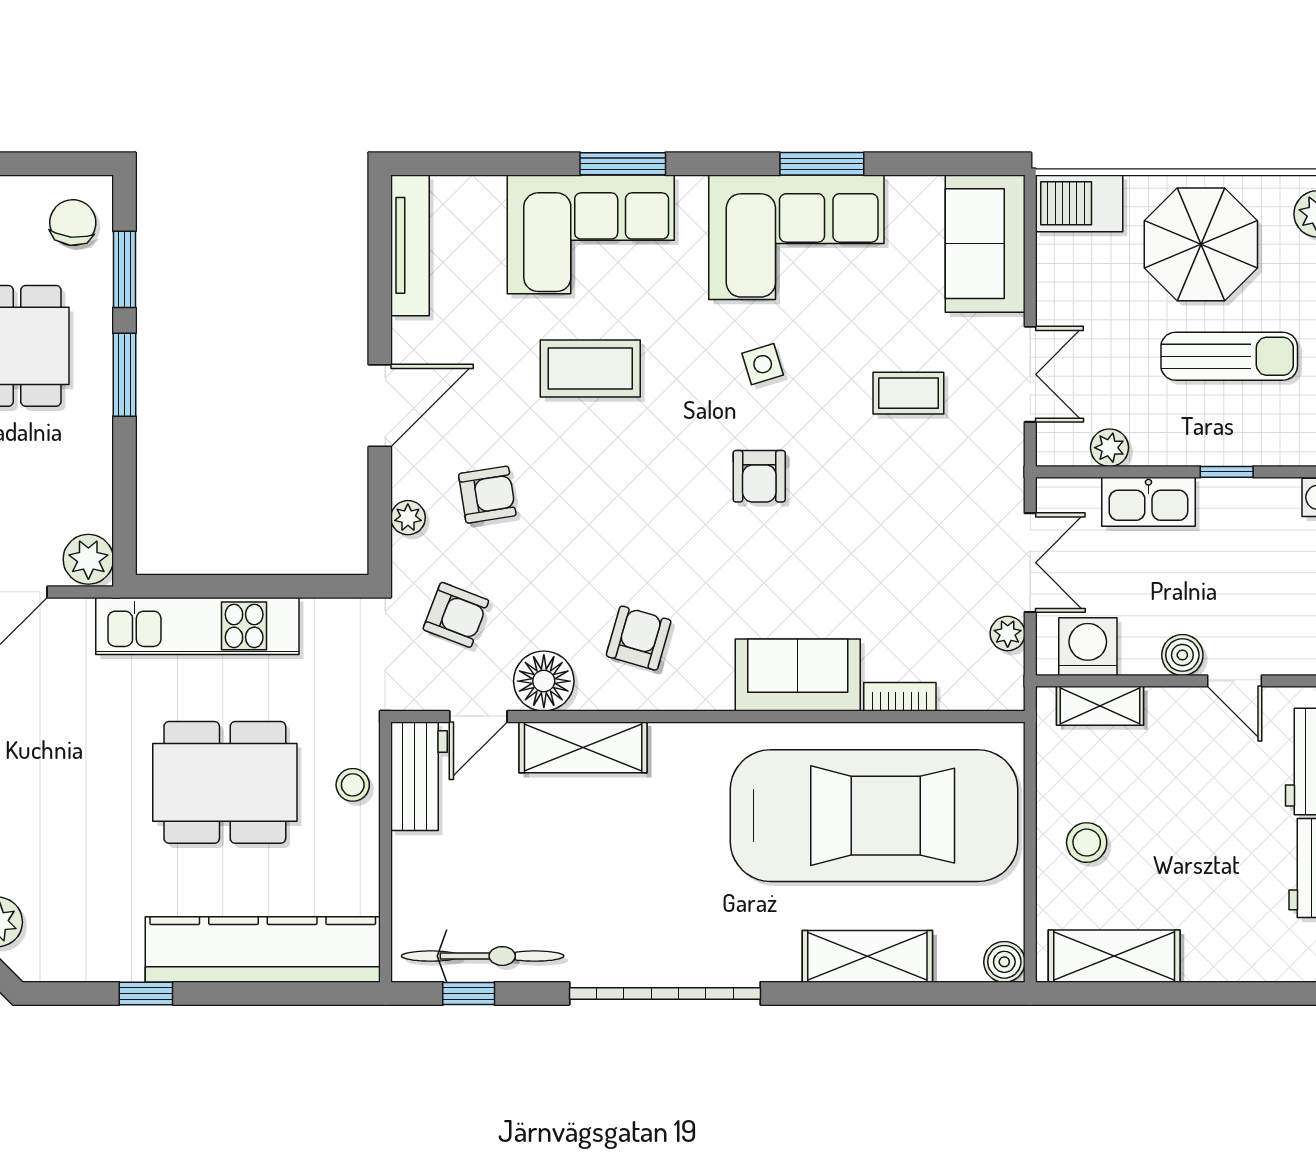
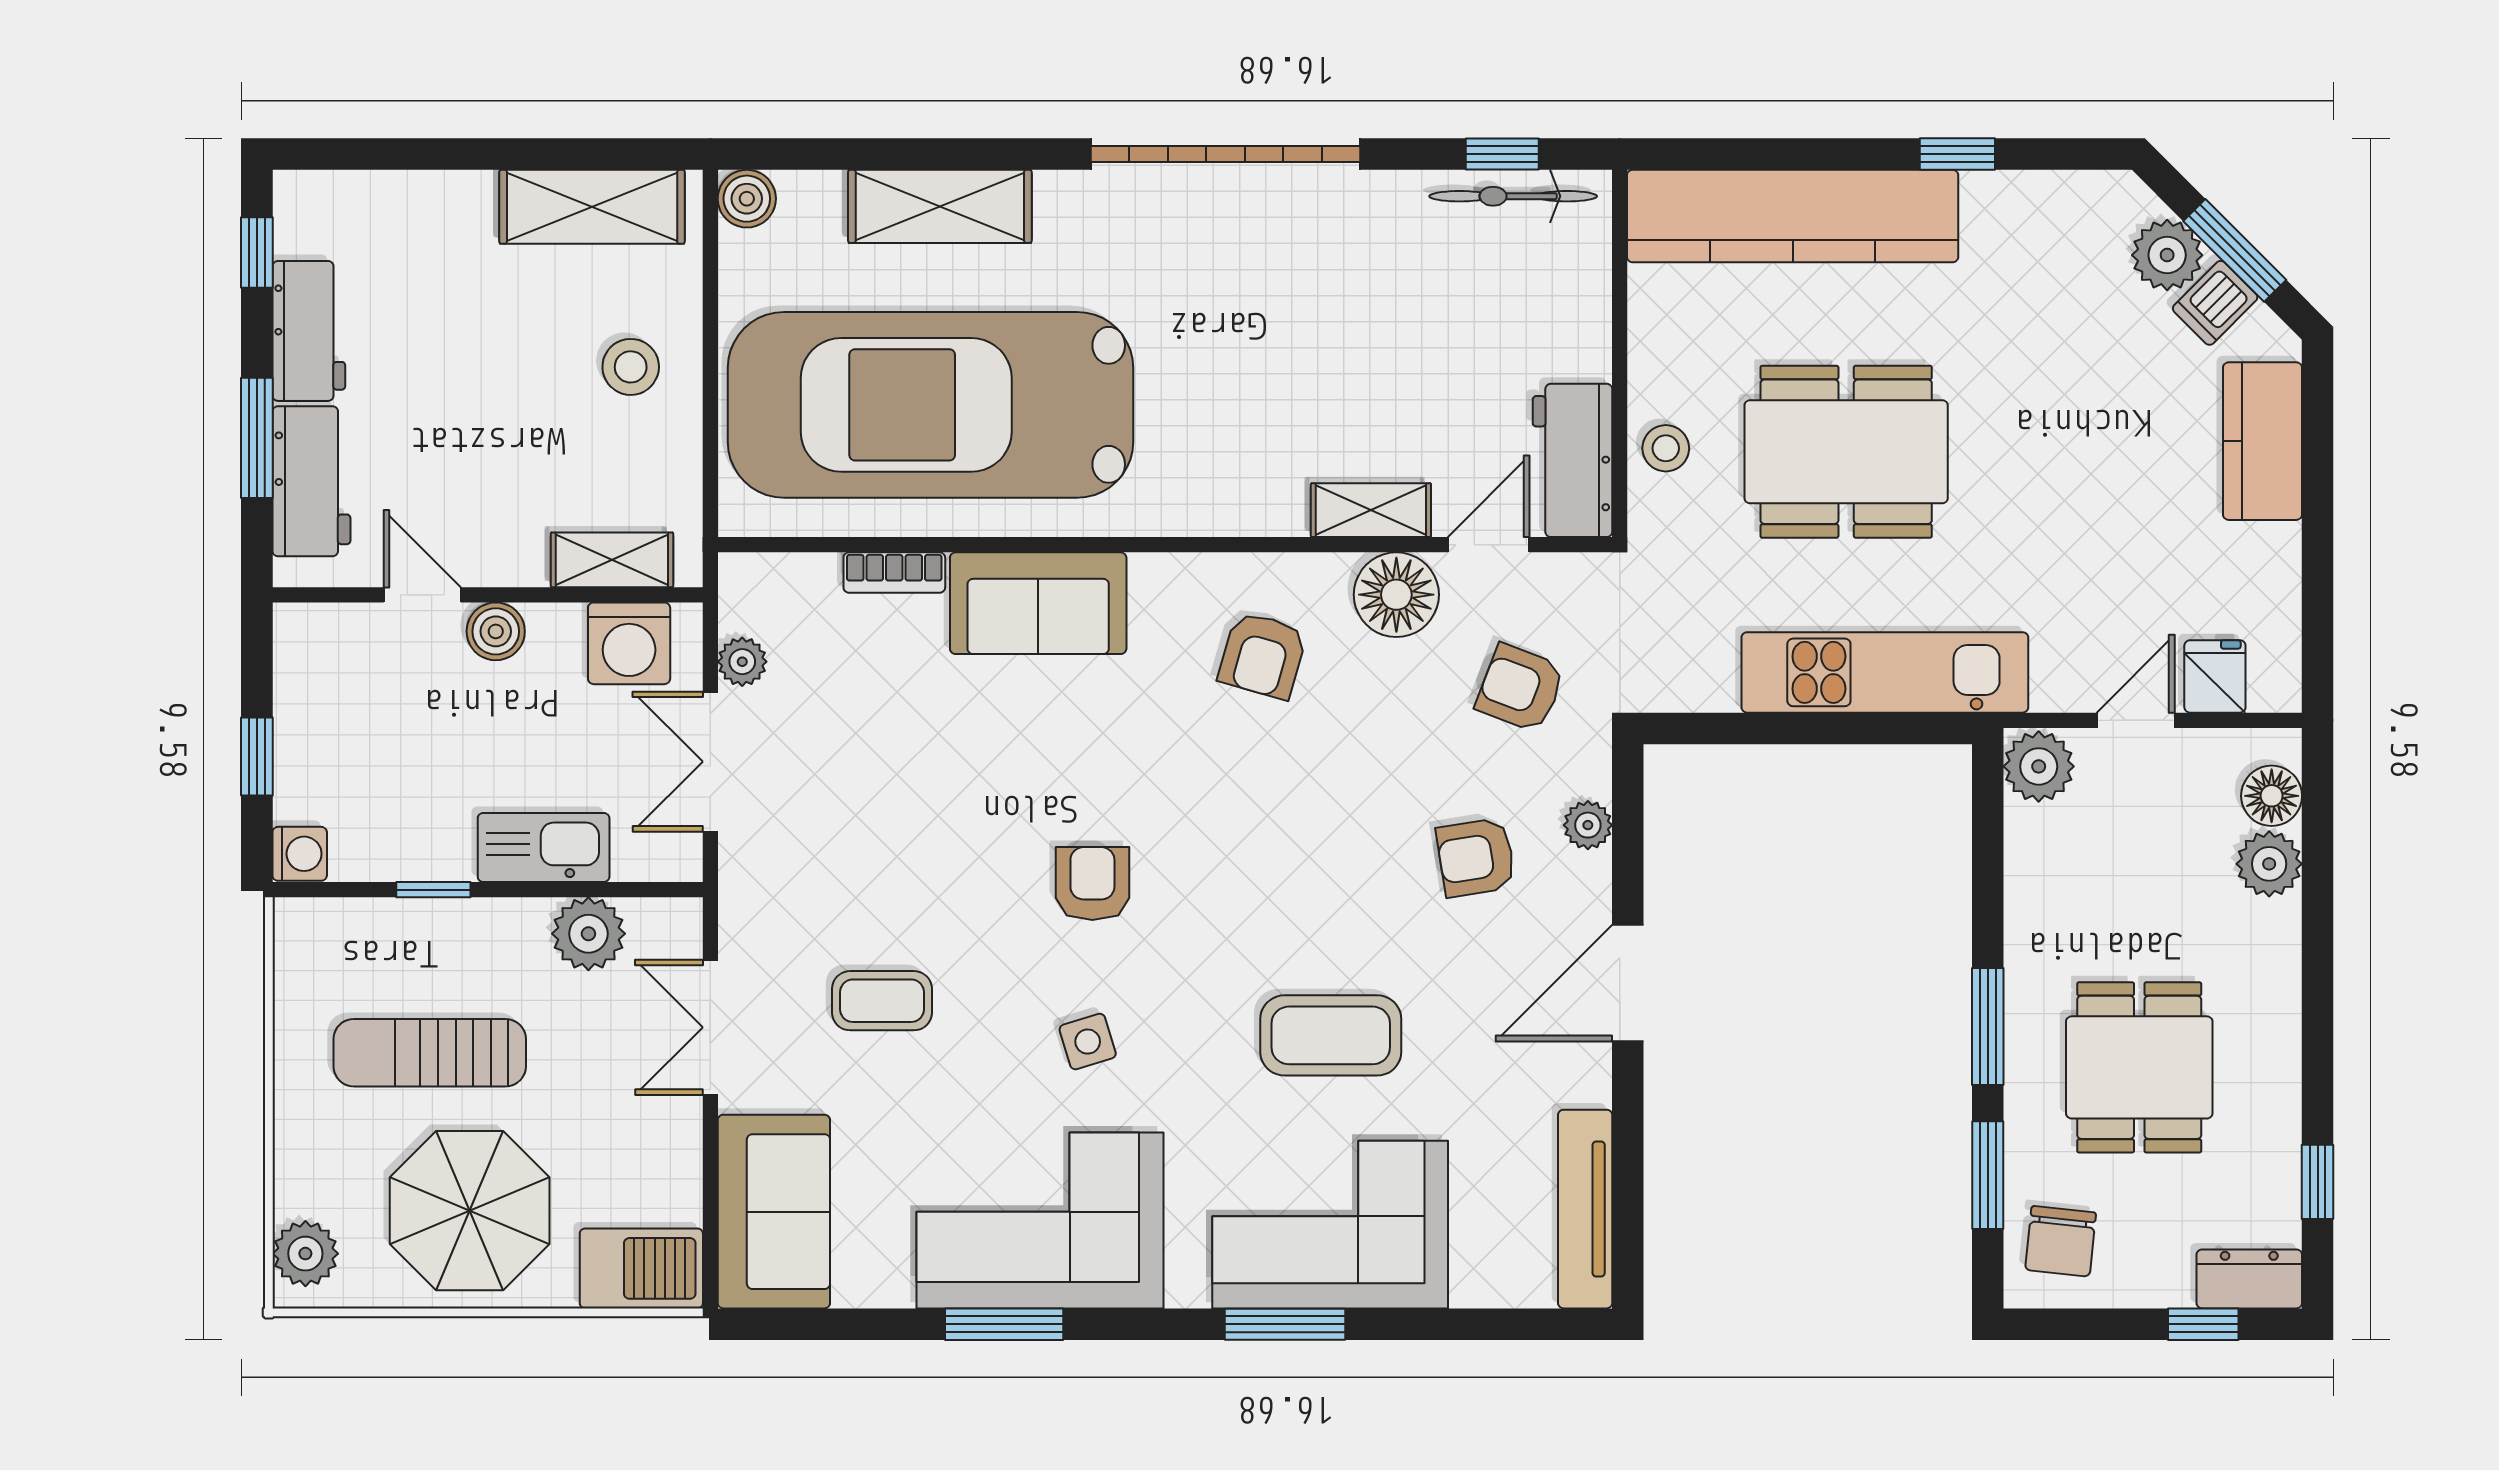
plant: (1110, 448) -> (588, 934), width x1.38, depth x1.38
shelving: (583, 747) -> (1371, 510), width x0.67, depth x0.75
bicycle: (483, 956) -> (1513, 196), width x0.73, depth x0.71

